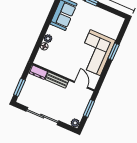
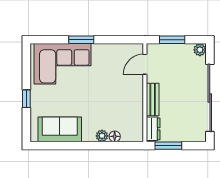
corner sofa: (95, 53) -> (62, 64), moved
window: (19, 87) -> (168, 146), moved
sliding door: (42, 116) -> (210, 98), width x1.36

